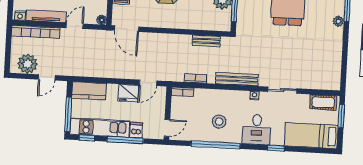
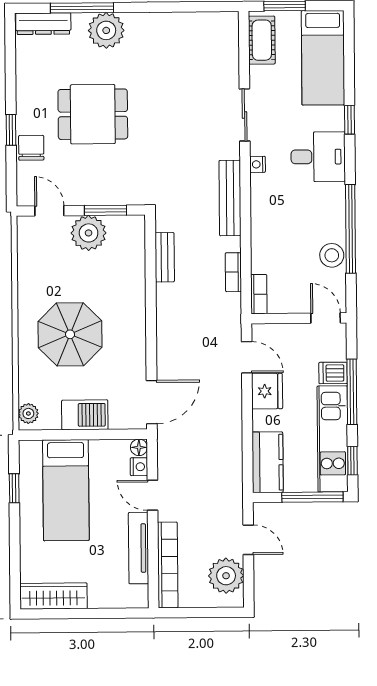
nightstand: (20, 15) -> (139, 467), moved
plant: (338, 21) -> (106, 30), width x1.88, depth x1.88
stool: (219, 122) -> (332, 255), moved

